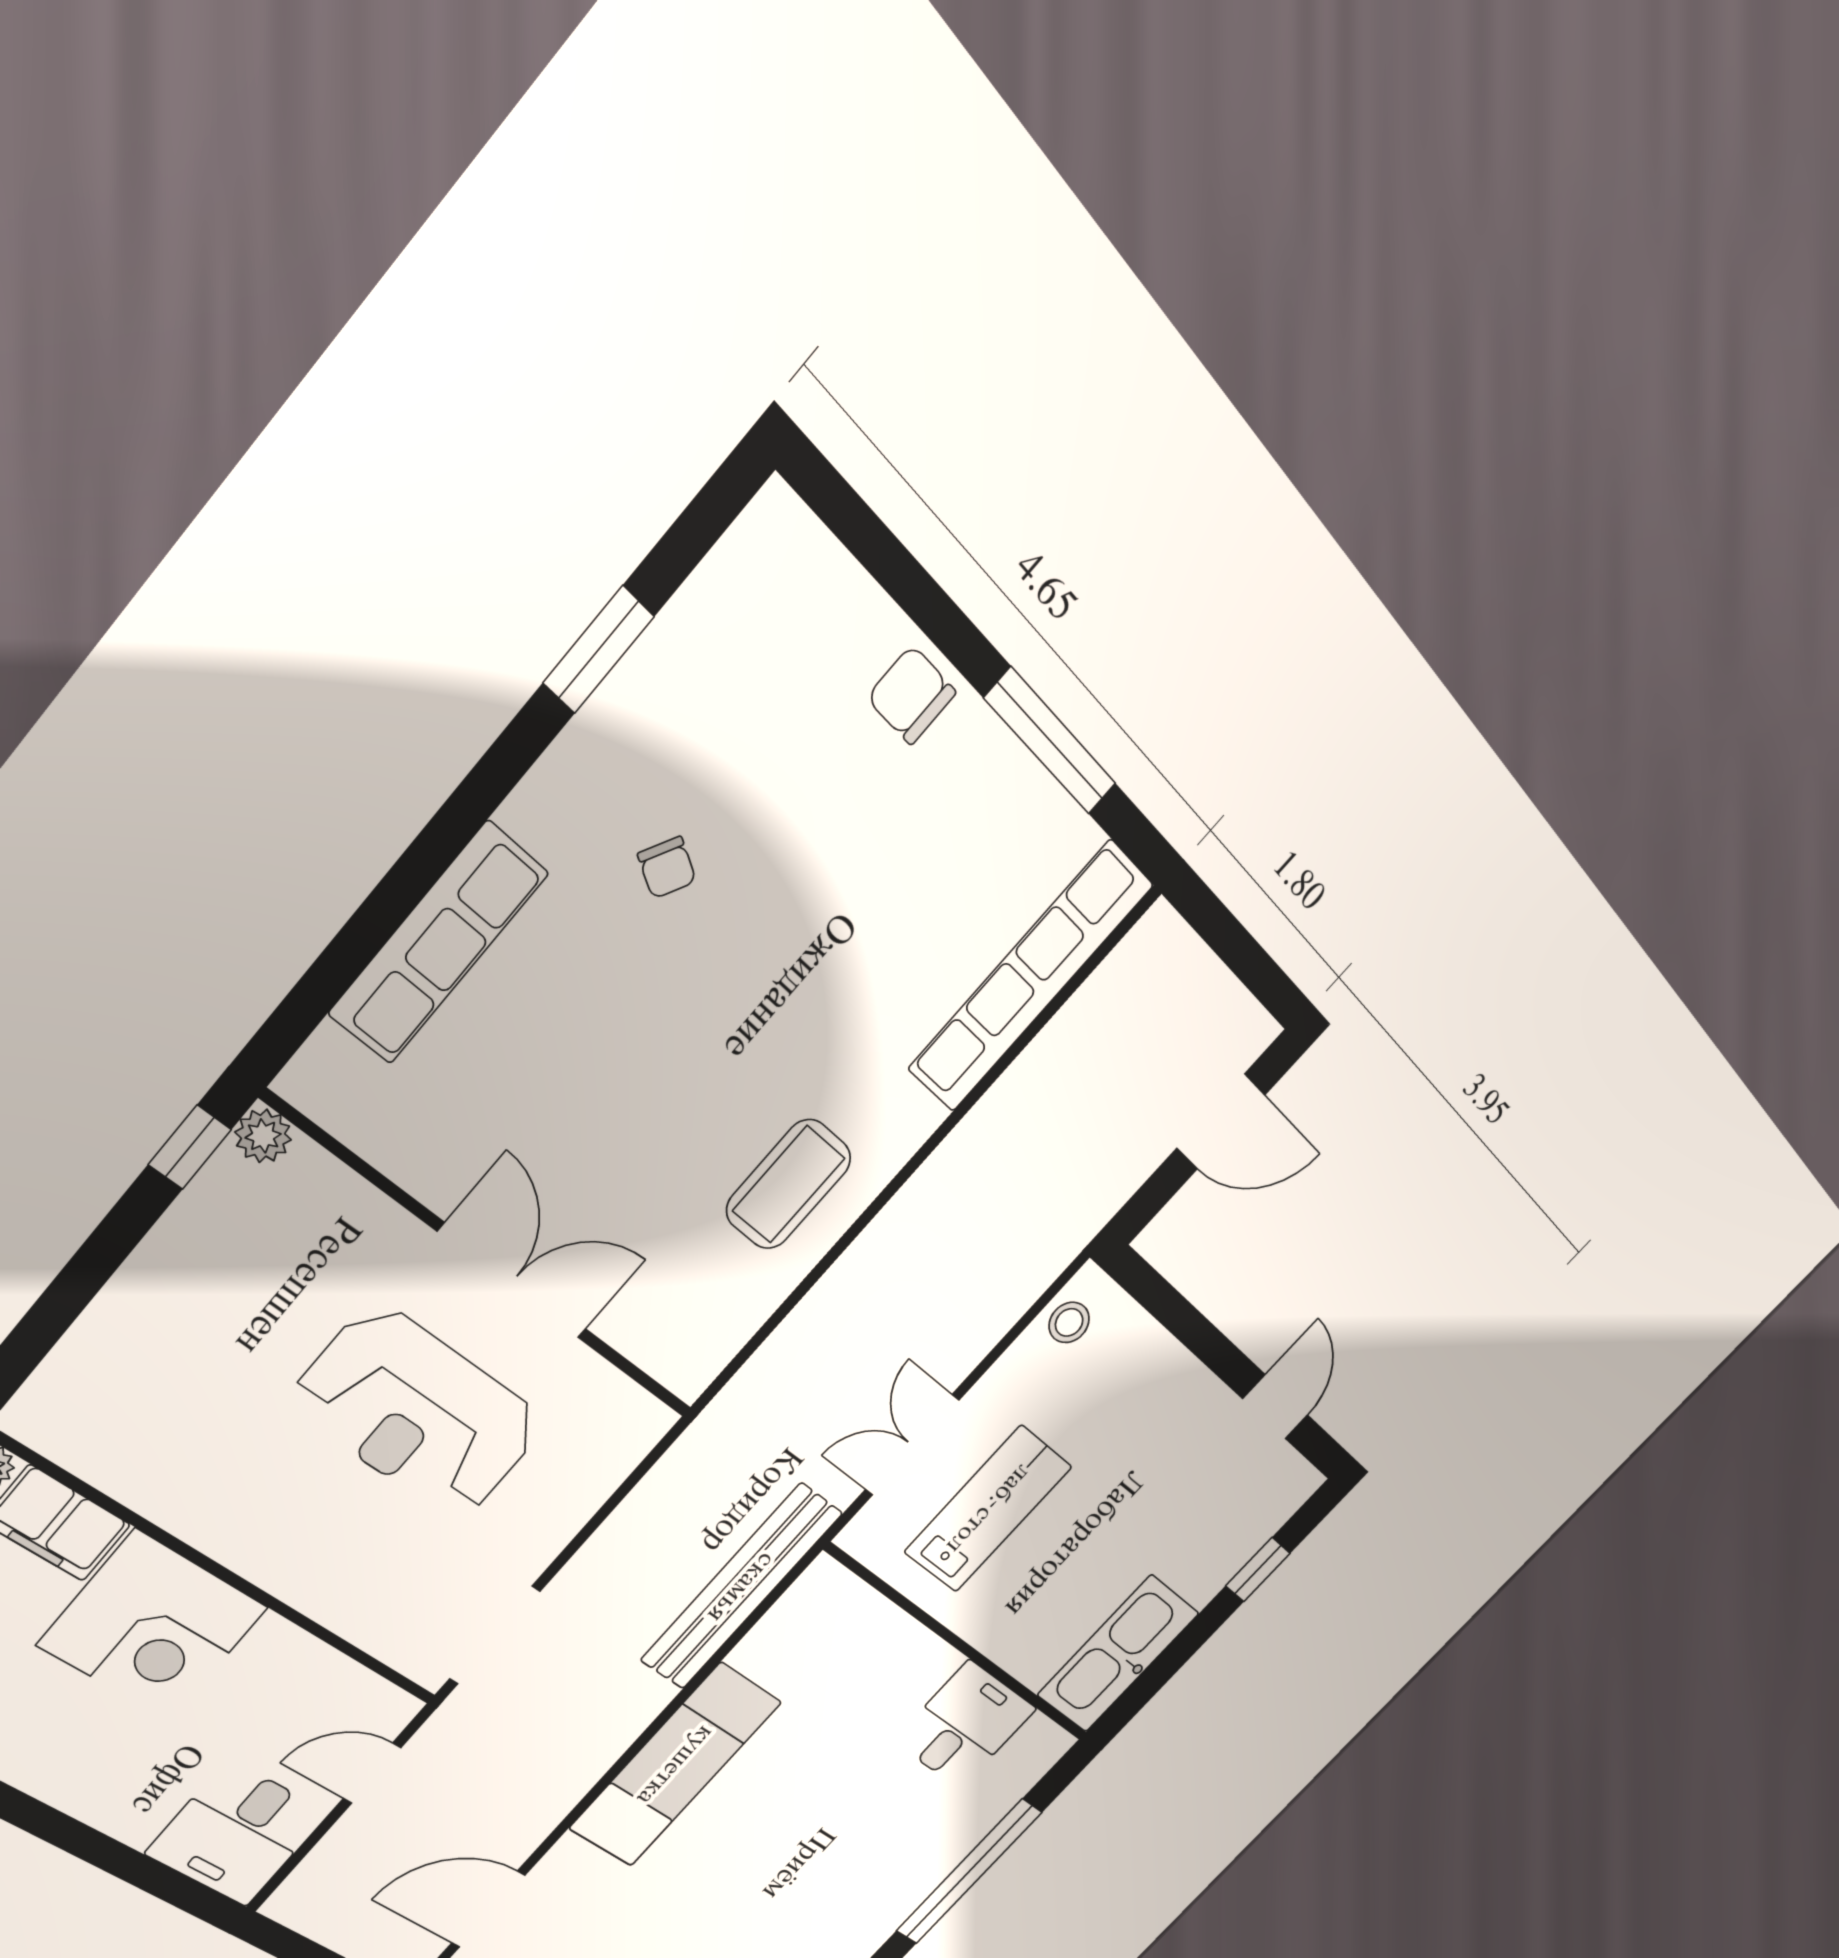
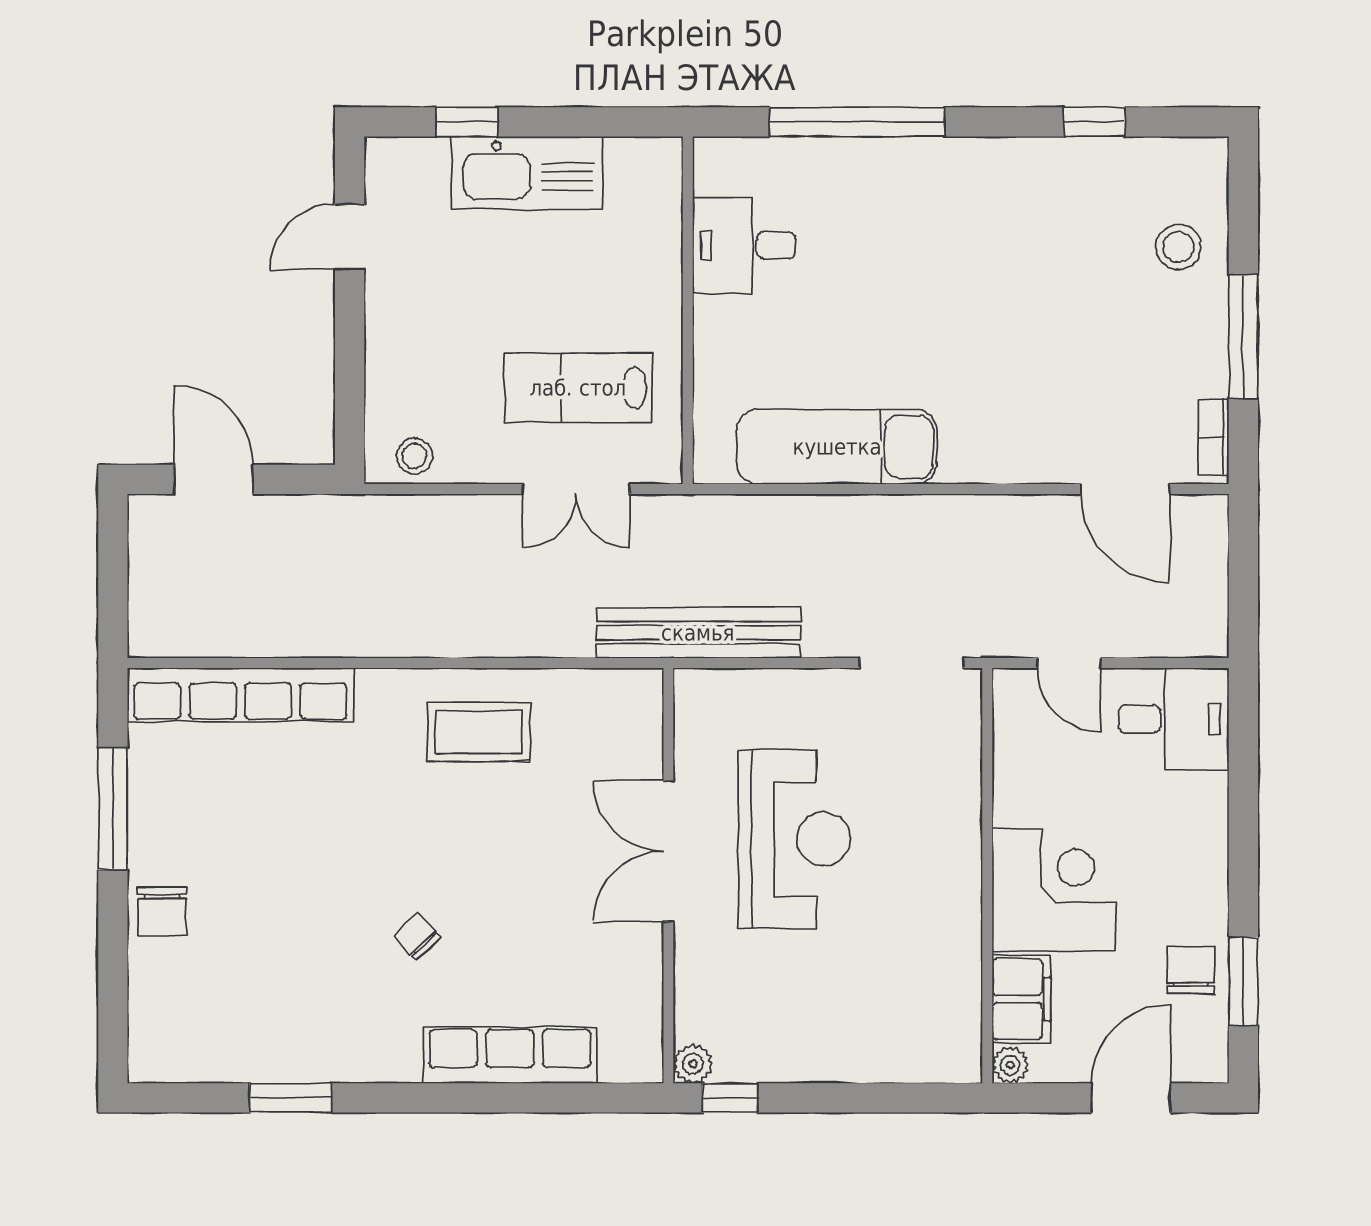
chair: (667, 868) -> (417, 937), moved, turned -71
bench: (741, 1587) -> (698, 633), moved
kitchen sink: (1118, 1654) -> (527, 173), moved
exam couch: (675, 1765) -> (837, 447), moved

